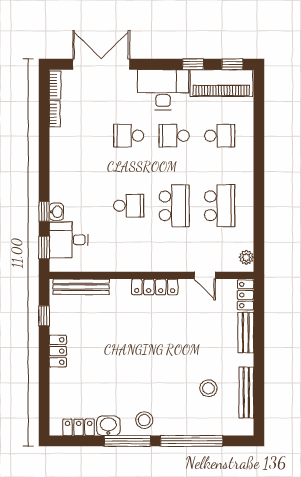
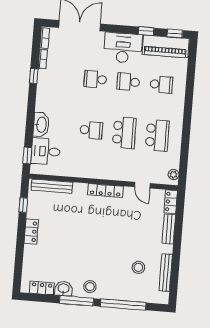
window: (44, 211) -> (34, 76), moved
washbasin: (56, 212) -> (41, 125), width x1.91, depth x1.45

